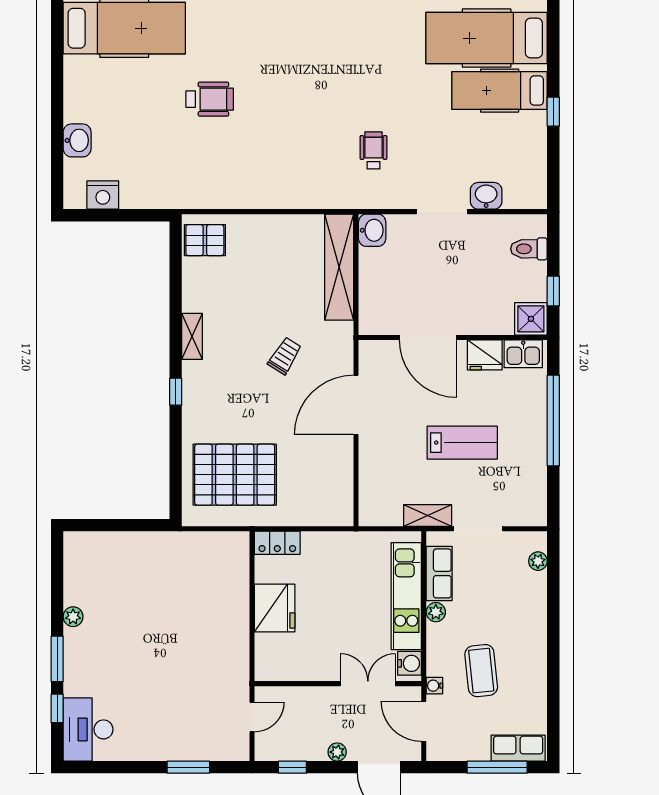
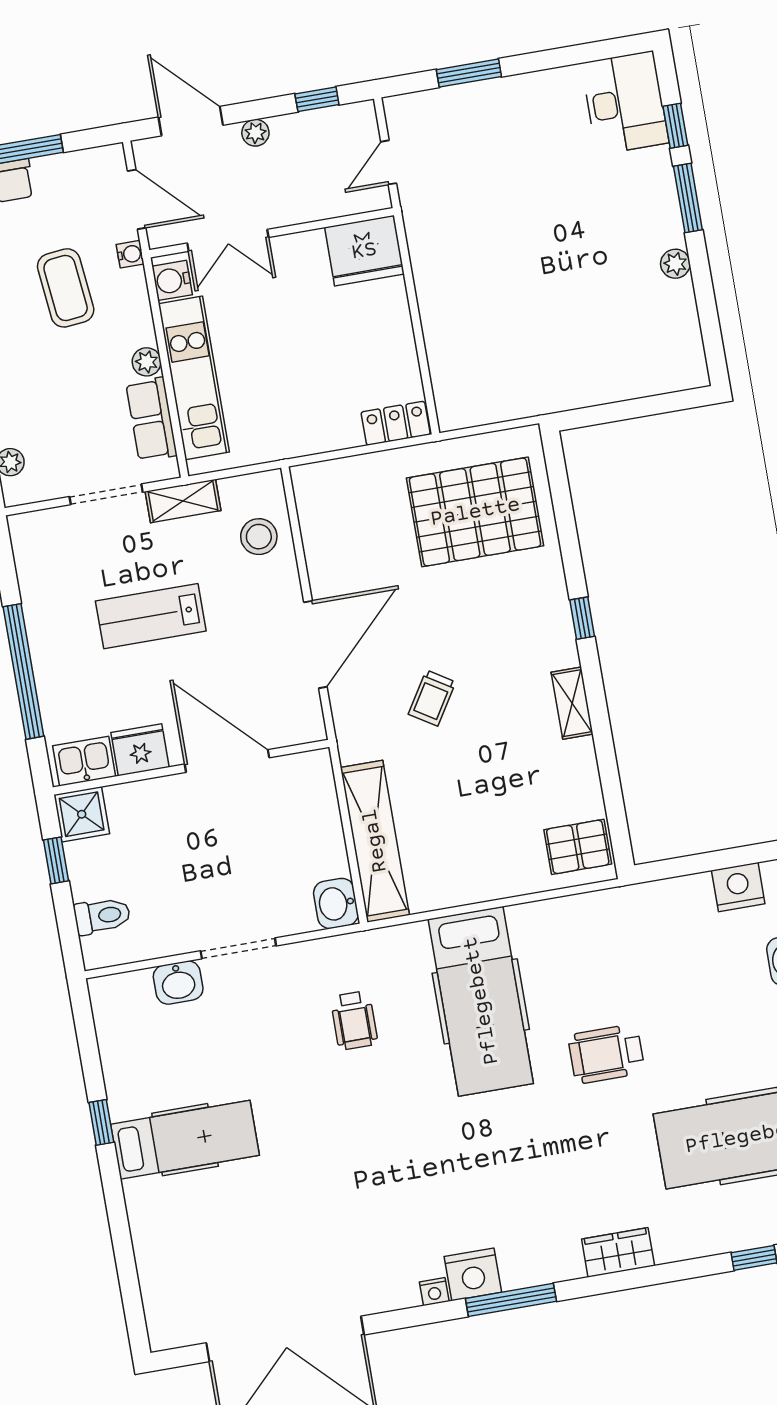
hospital bed: (487, 38) -> (481, 1001), moved, turned 90
stool: (381, 483) -> (259, 537), added
fridge: (275, 608) -> (364, 251), moved, turned -90

